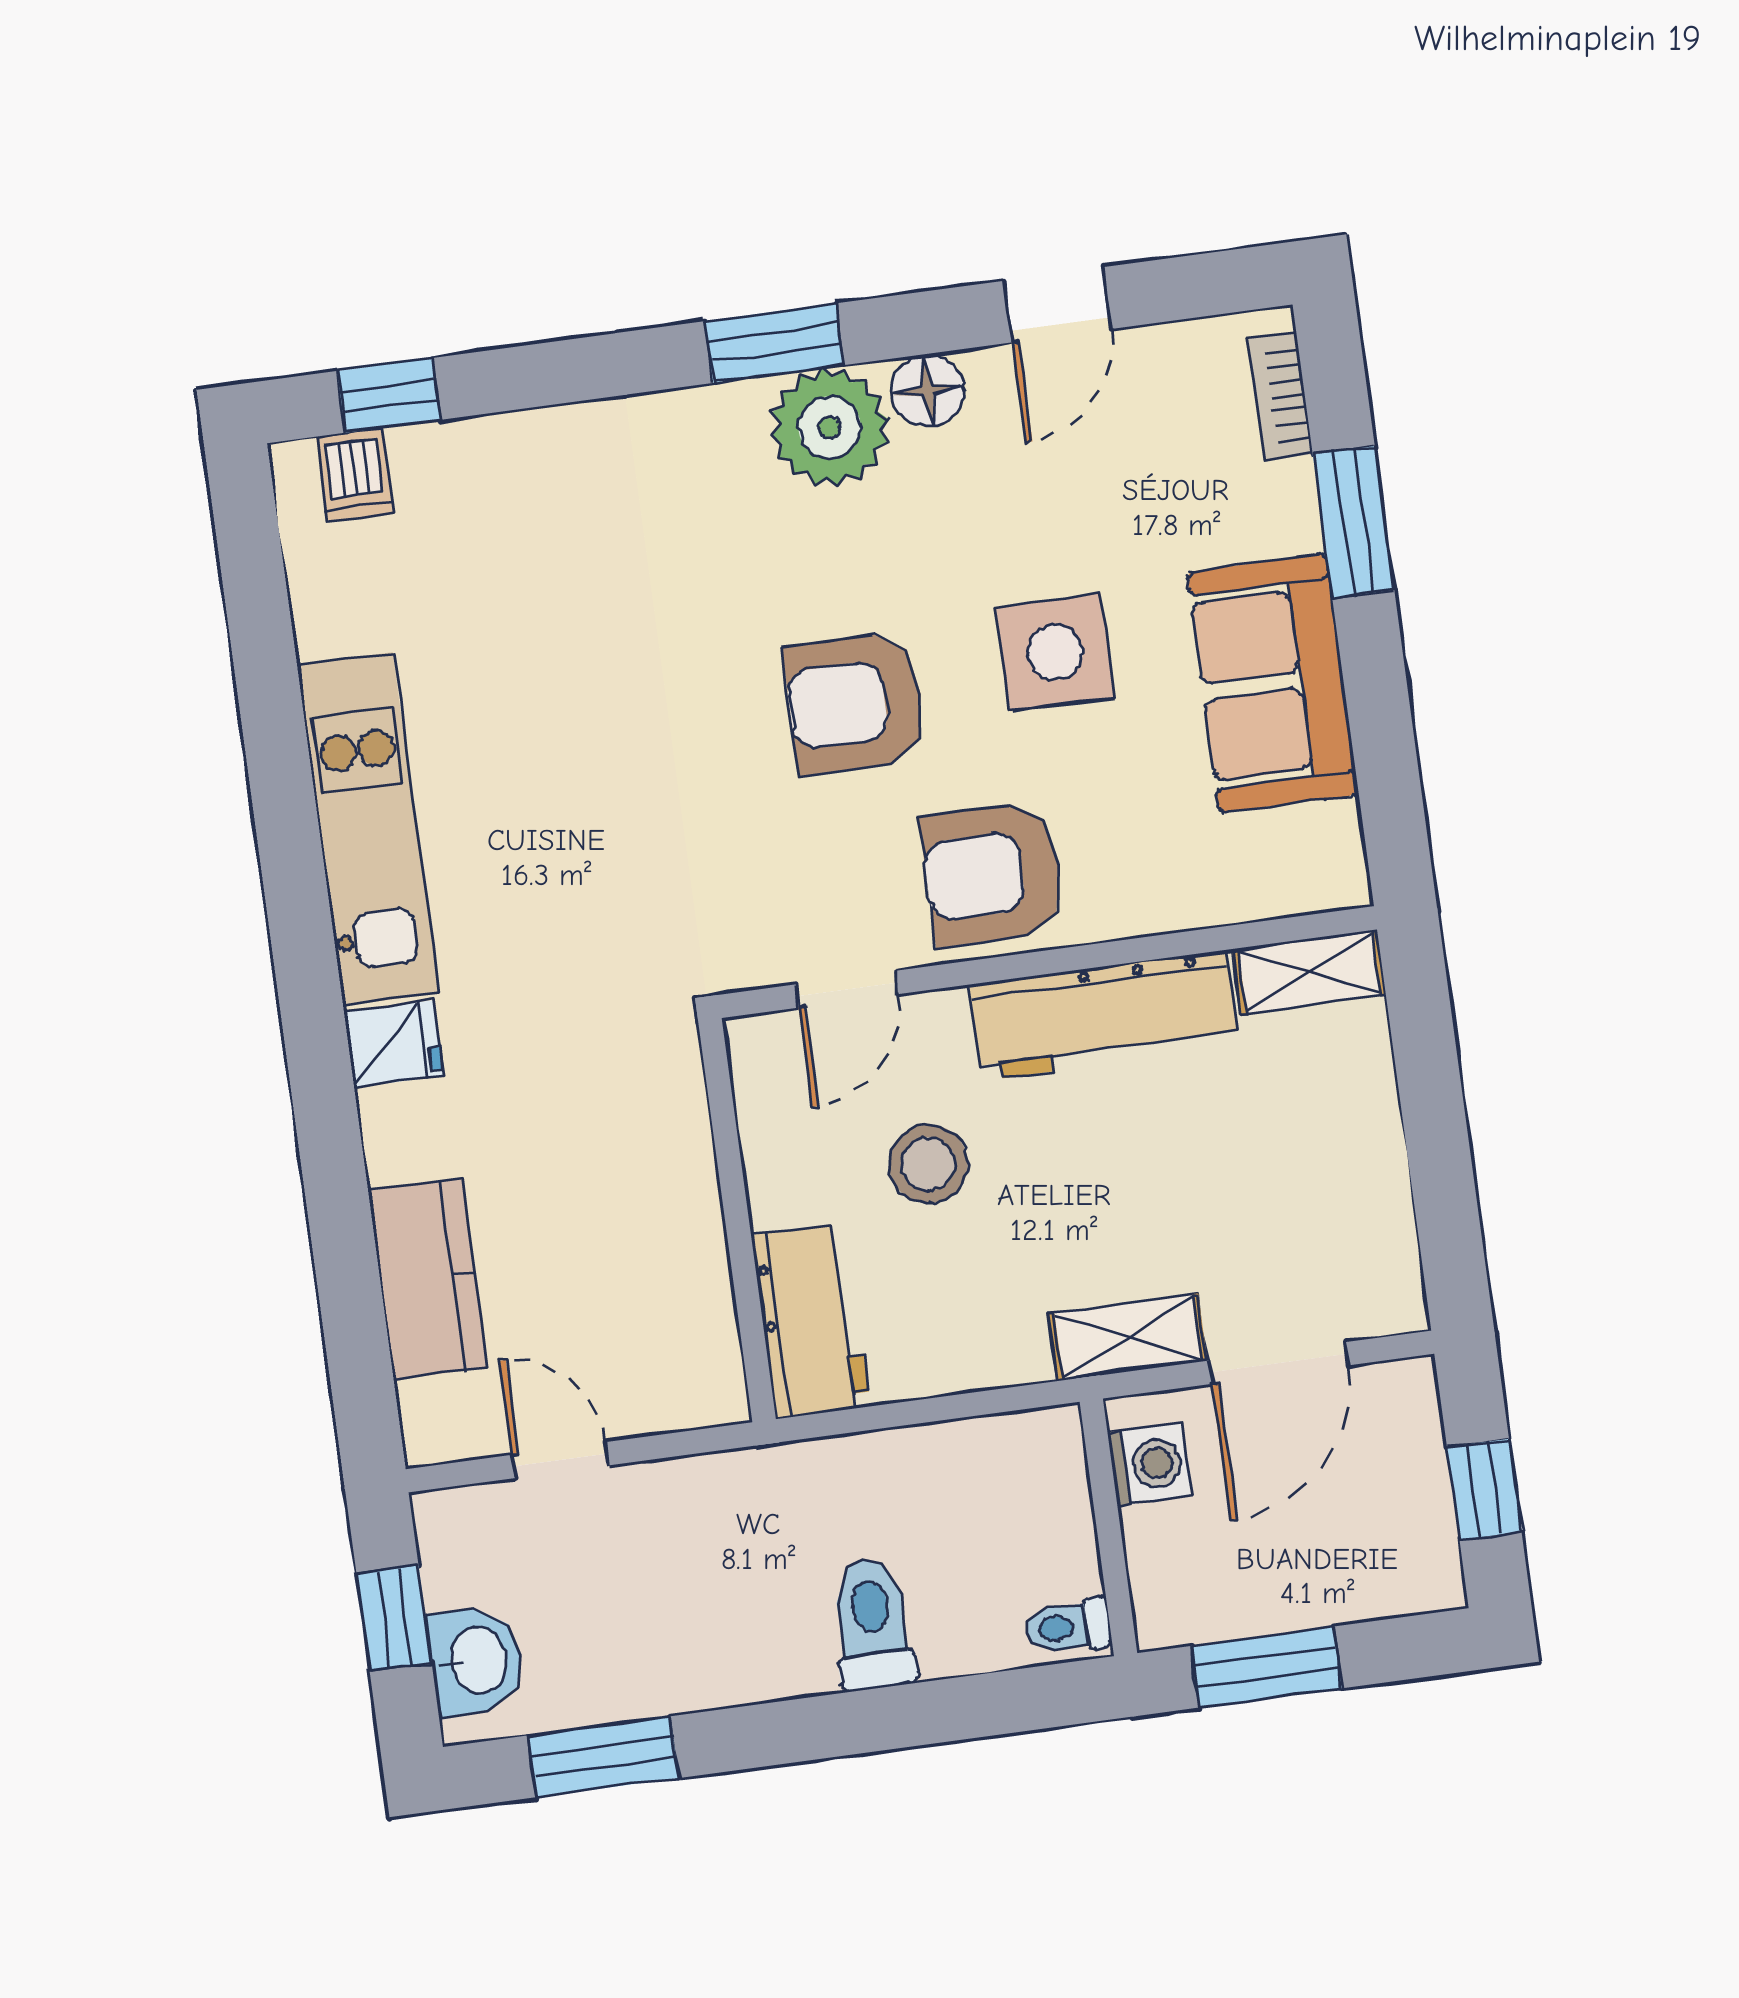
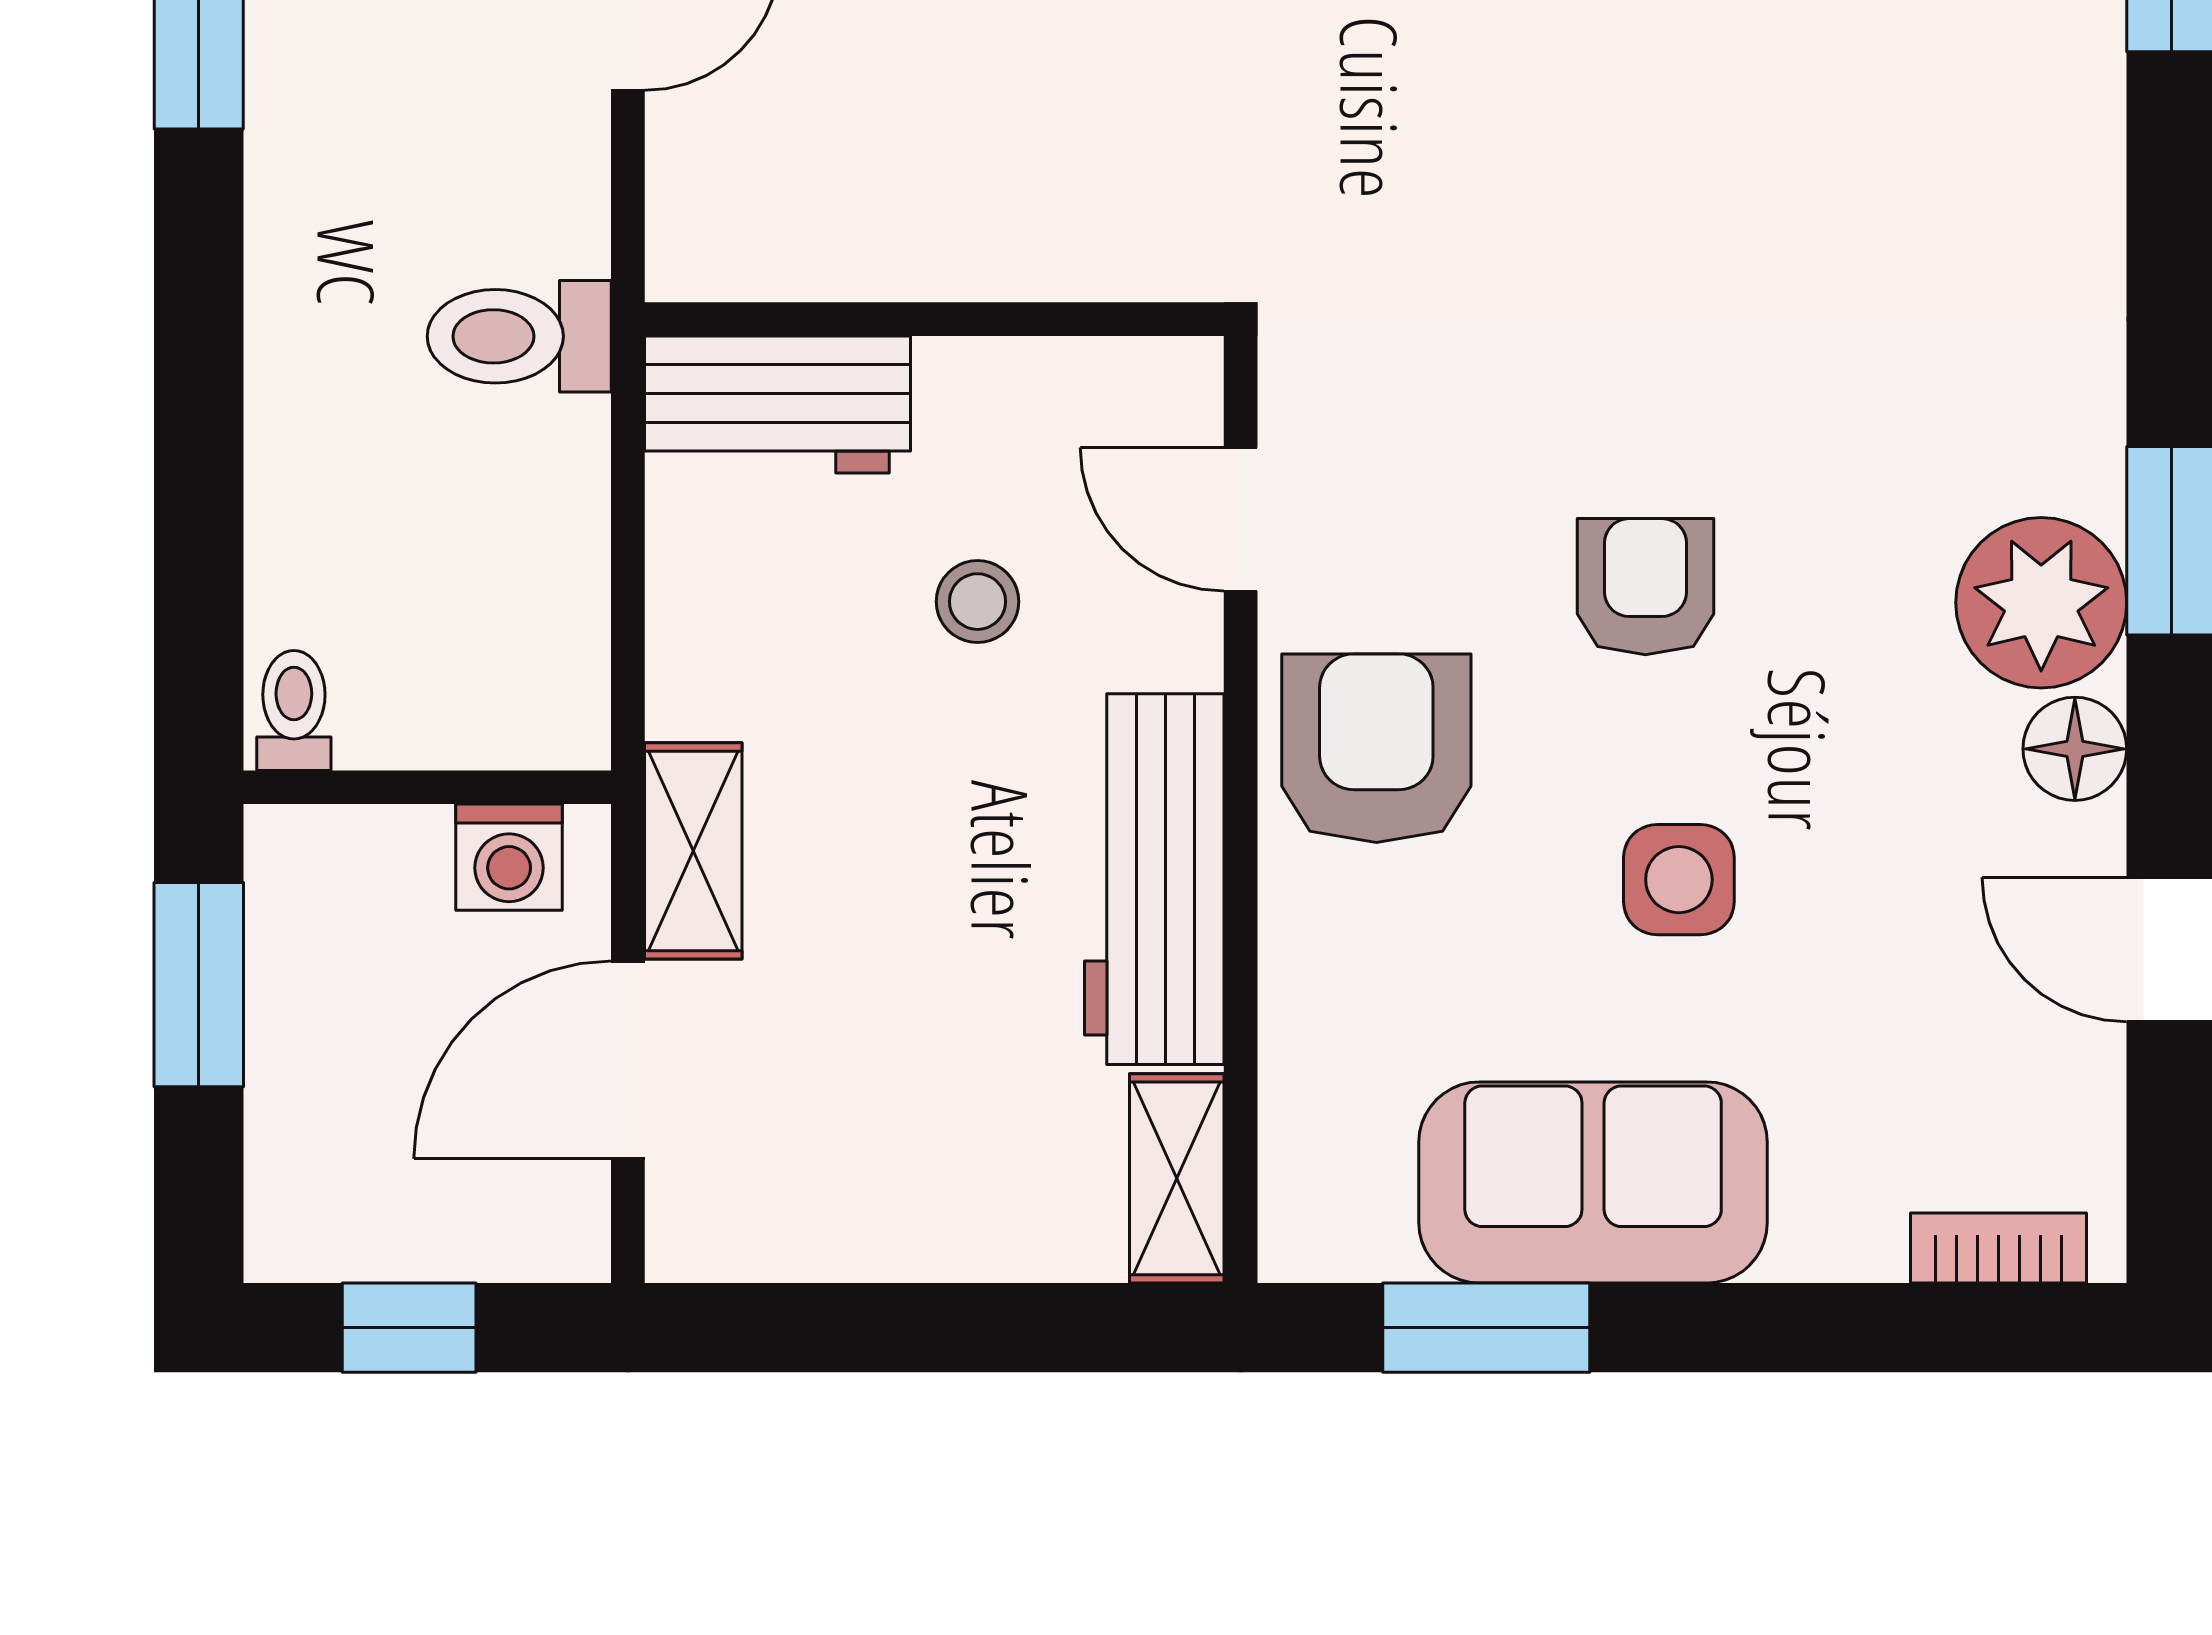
window: (1353, 522) -> (1486, 1328), moved
side table: (1055, 652) -> (1679, 880), width x0.73, depth x0.73
armchair: (856, 703) -> (1645, 587), width x0.72, depth x0.72
stool: (928, 1164) -> (977, 602), width x0.73, depth x0.73
door: (1278, 1363) -> (628, 1060), hinge flipped
toilet: (872, 1624) -> (519, 336), moved, turned 180

